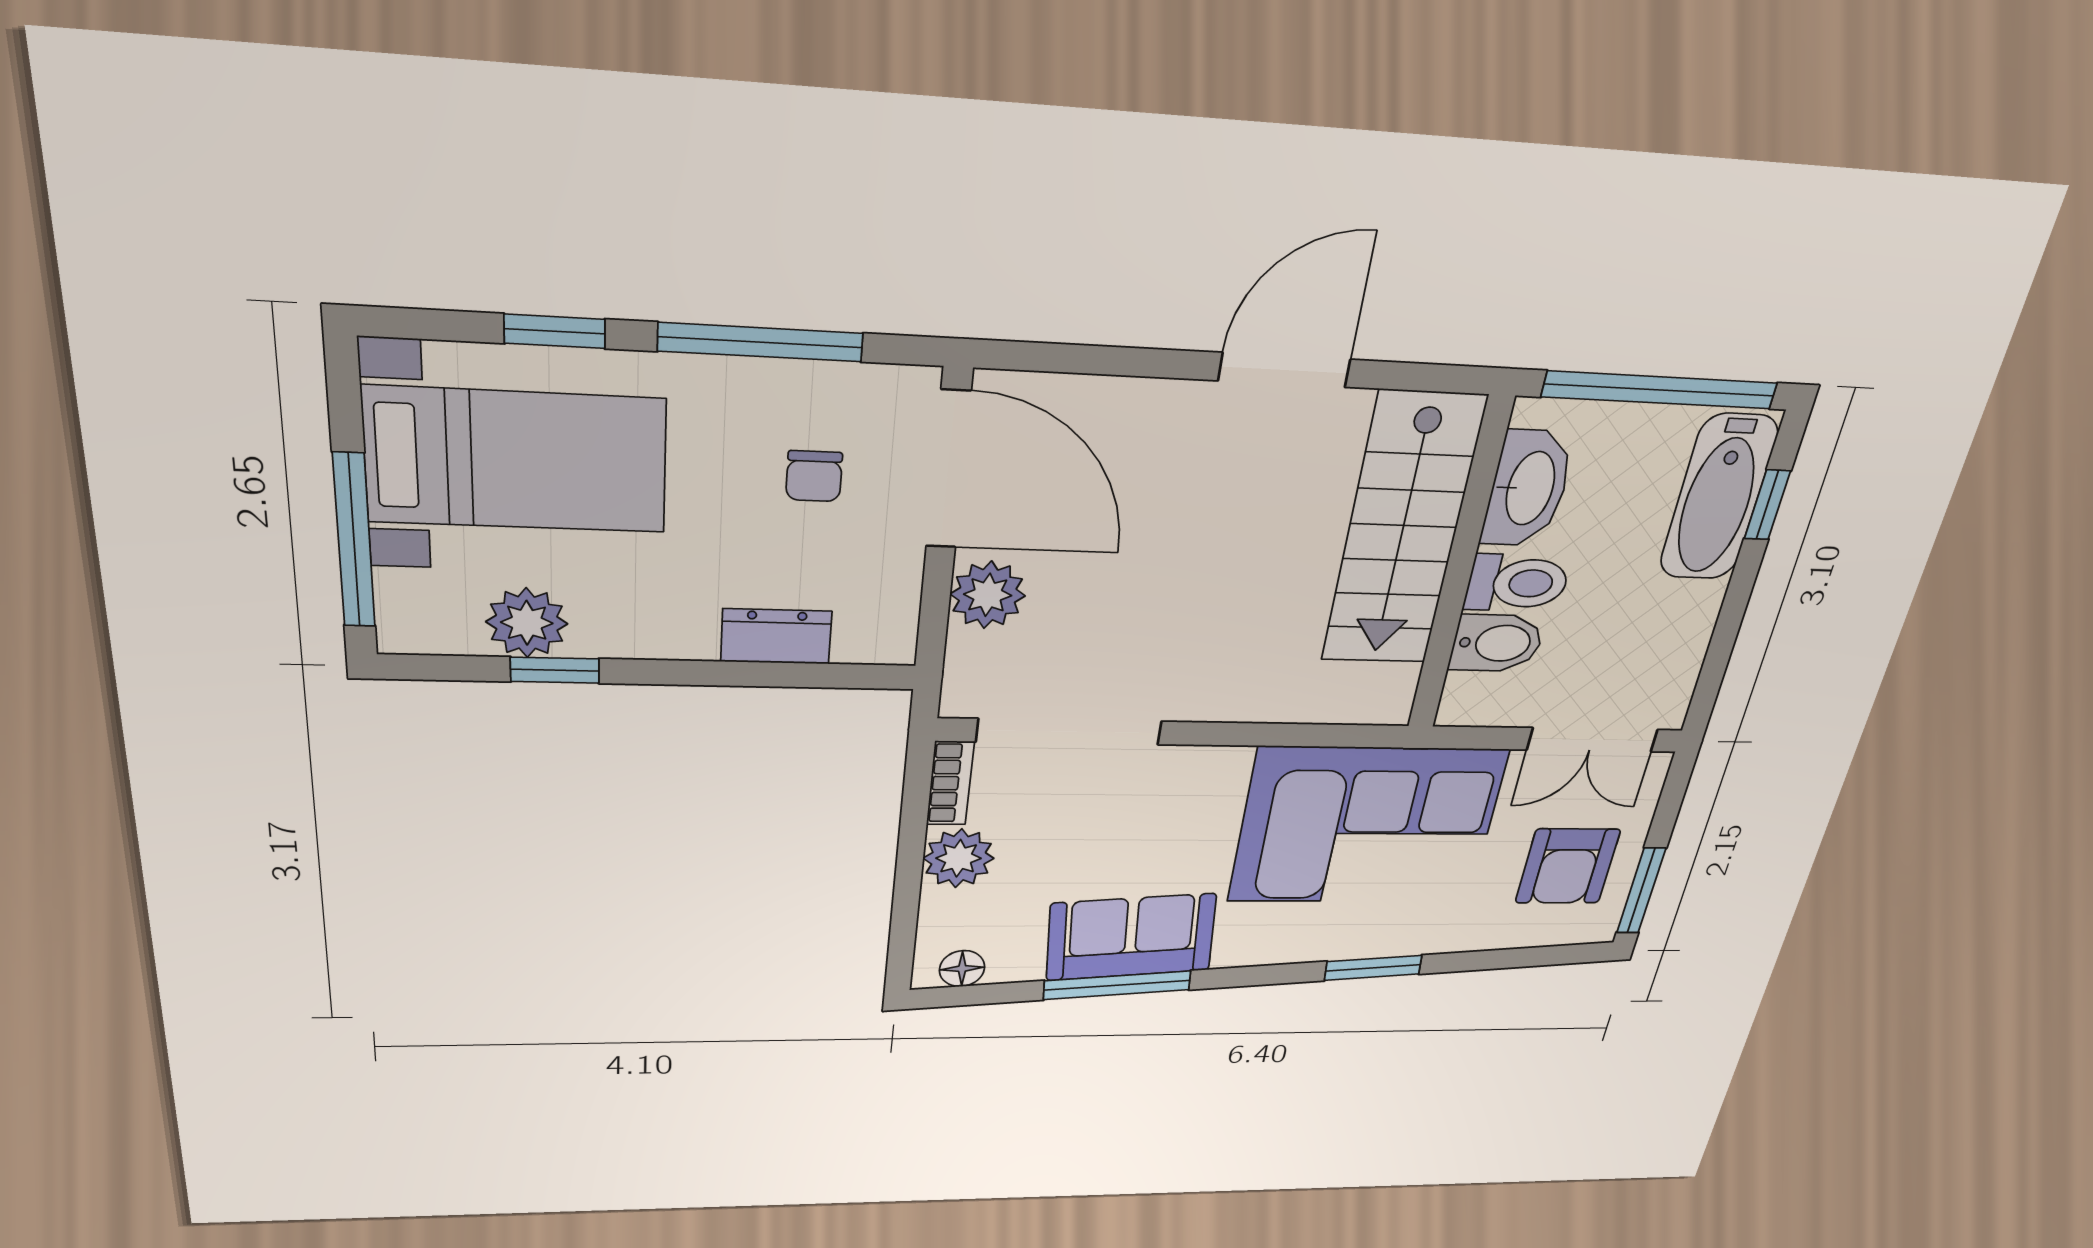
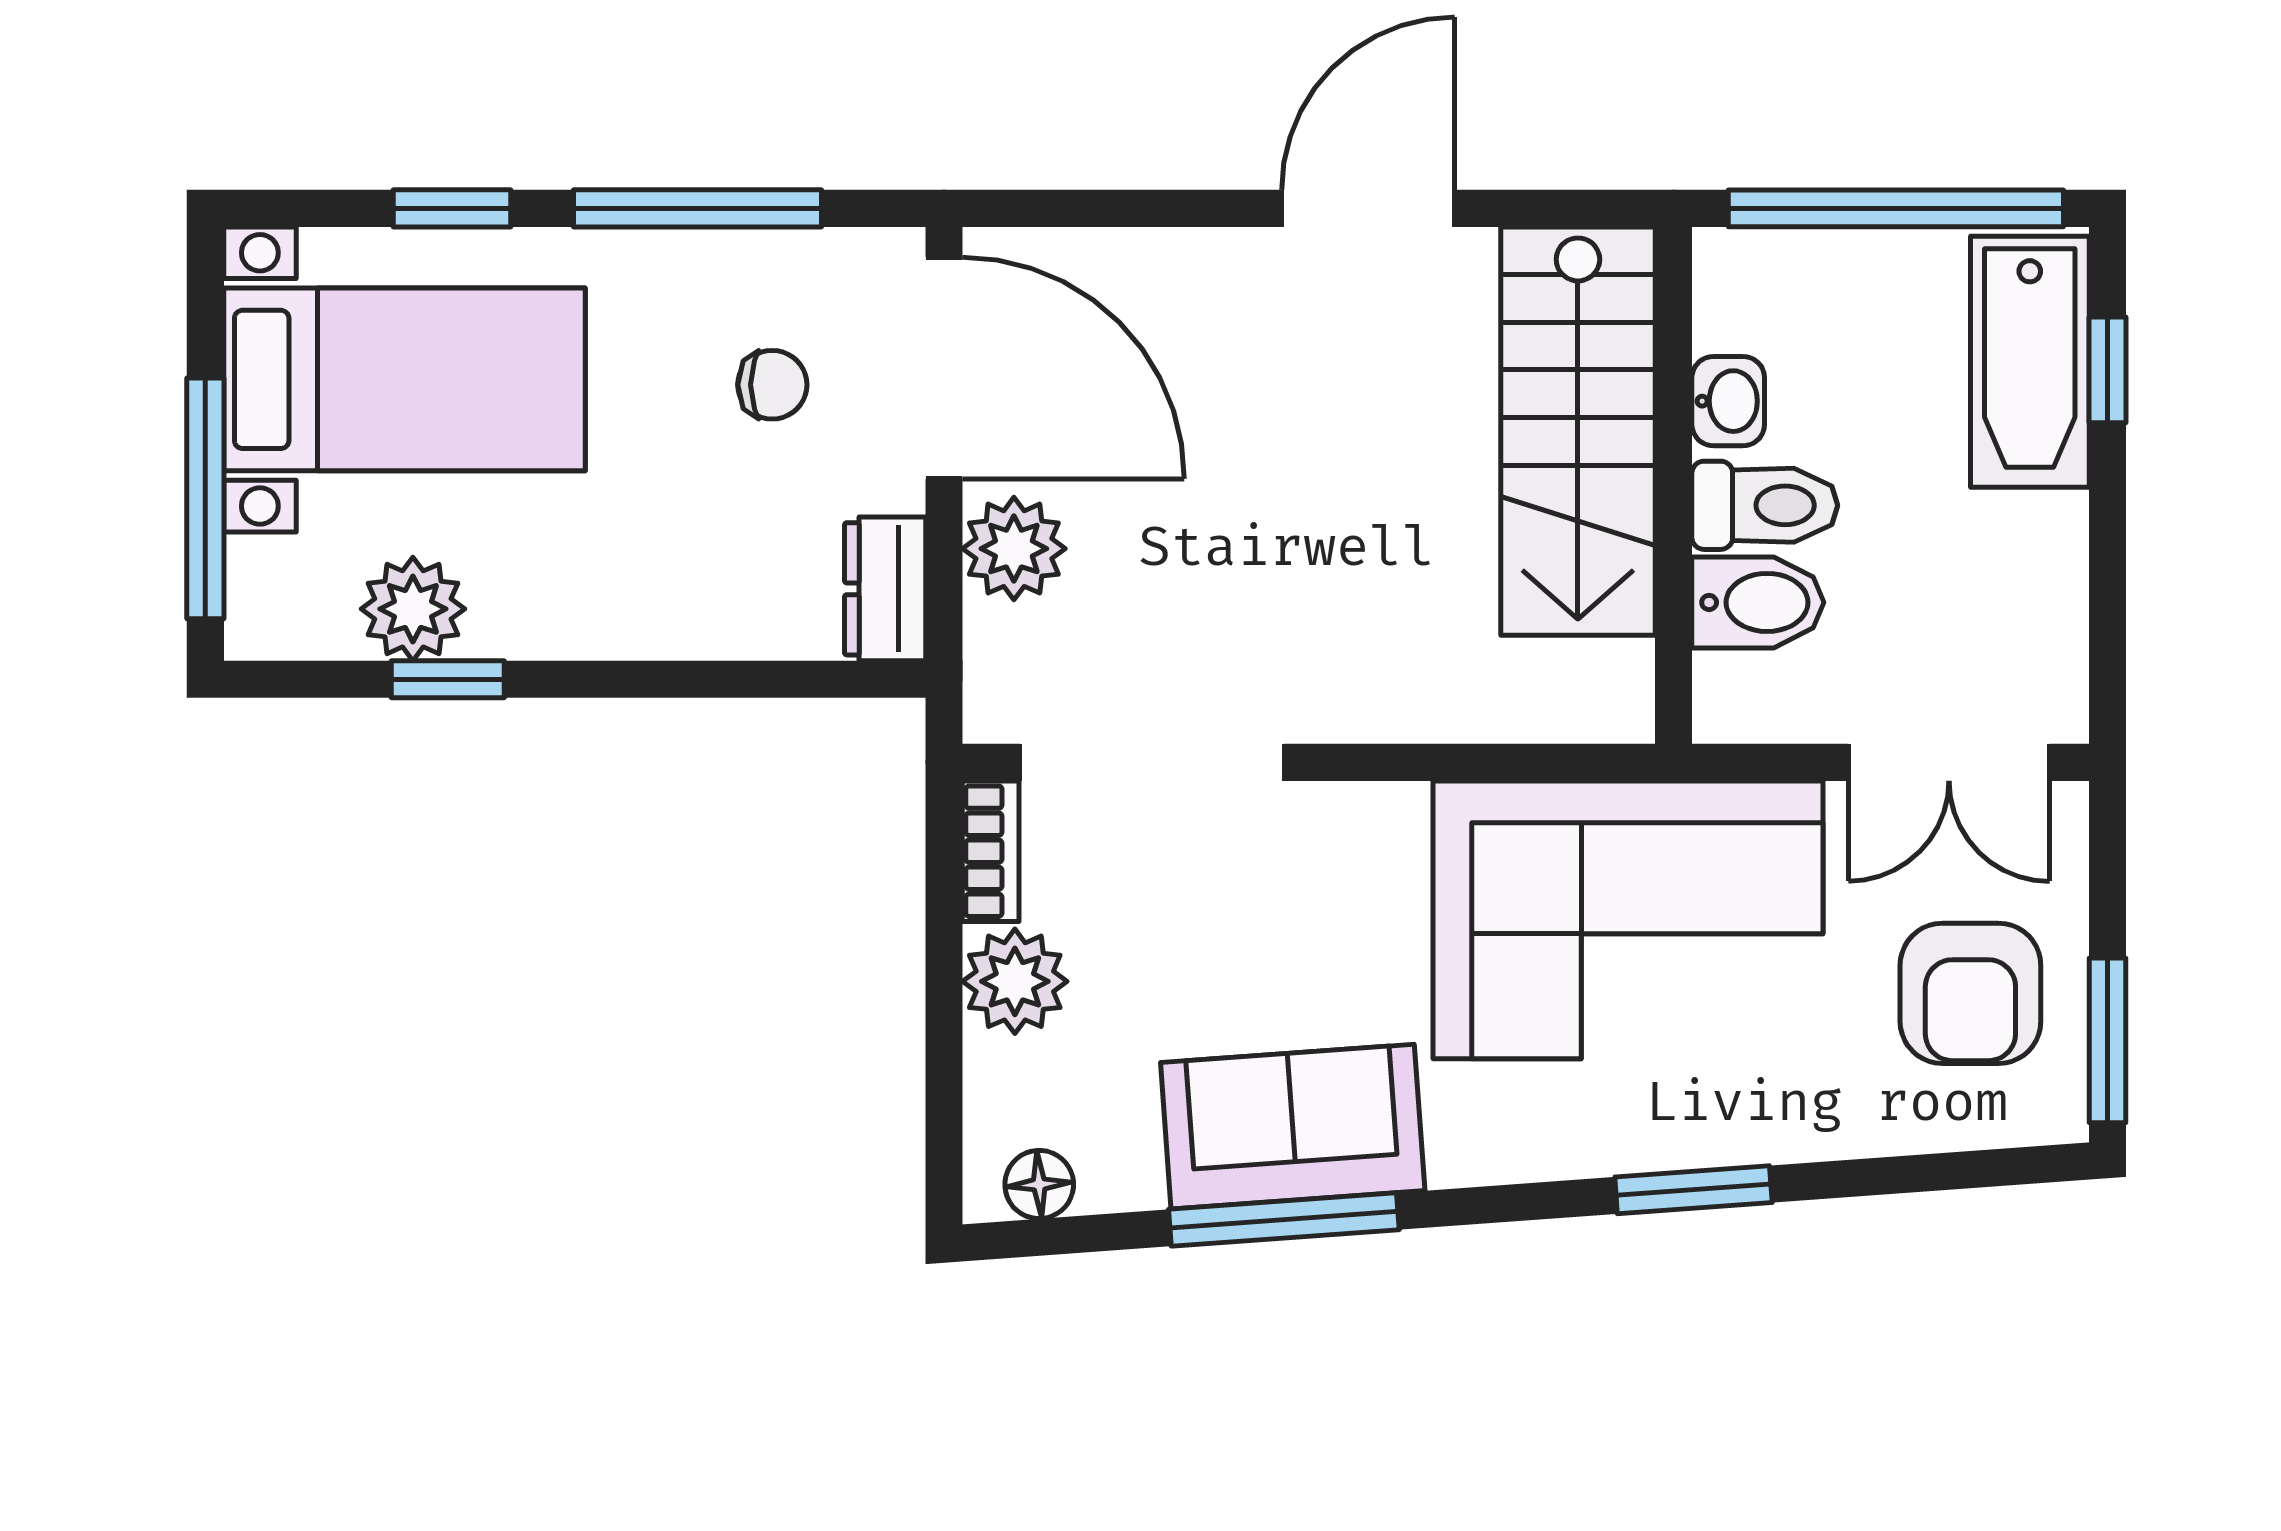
chair: (814, 476) -> (772, 385), turned -90
washbasin: (1528, 488) -> (1728, 401), width x0.52, depth x0.69
dresser: (776, 636) -> (885, 589), moved, turned -90

